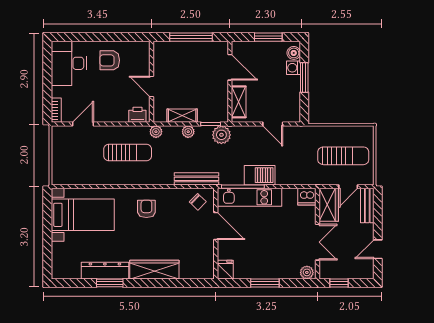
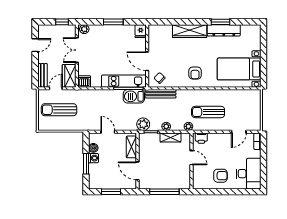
boiler: (294, 53) -> (93, 148), moved
washing machine: (293, 68) -> (94, 158), moved
barbecue: (260, 175) -> (134, 96), moved

